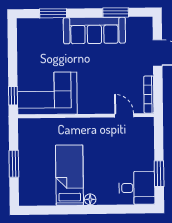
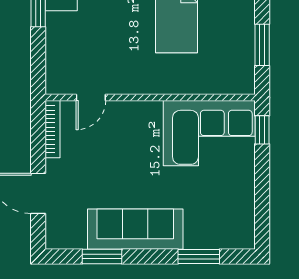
door: (124, 115) -> (91, 98), hinge flipped
window: (14, 164) -> (262, 45), moved

